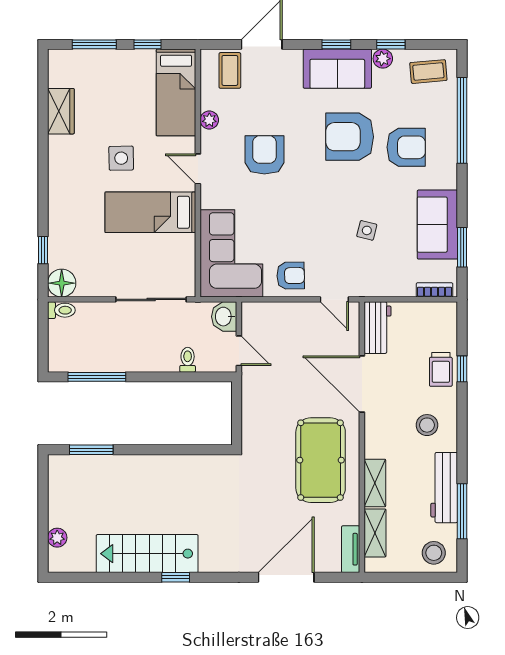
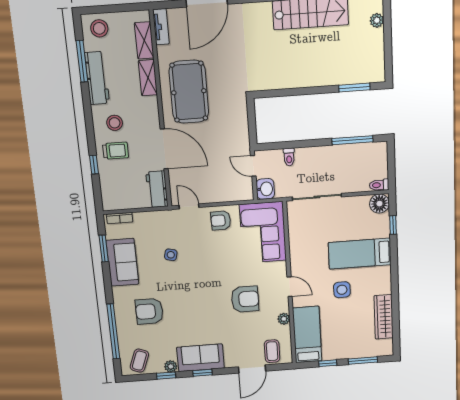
coffee table: (428, 72) -> (139, 361), turned -64
wardrobe: (61, 111) -> (384, 317), width x1.50
armchair: (350, 137) -> (188, 315), removed
armchair: (264, 155) -> (245, 299), turned -90
bed: (150, 212) -> (360, 254), moved, turned 180
trolley: (441, 369) -> (116, 151), moved, turned 90

